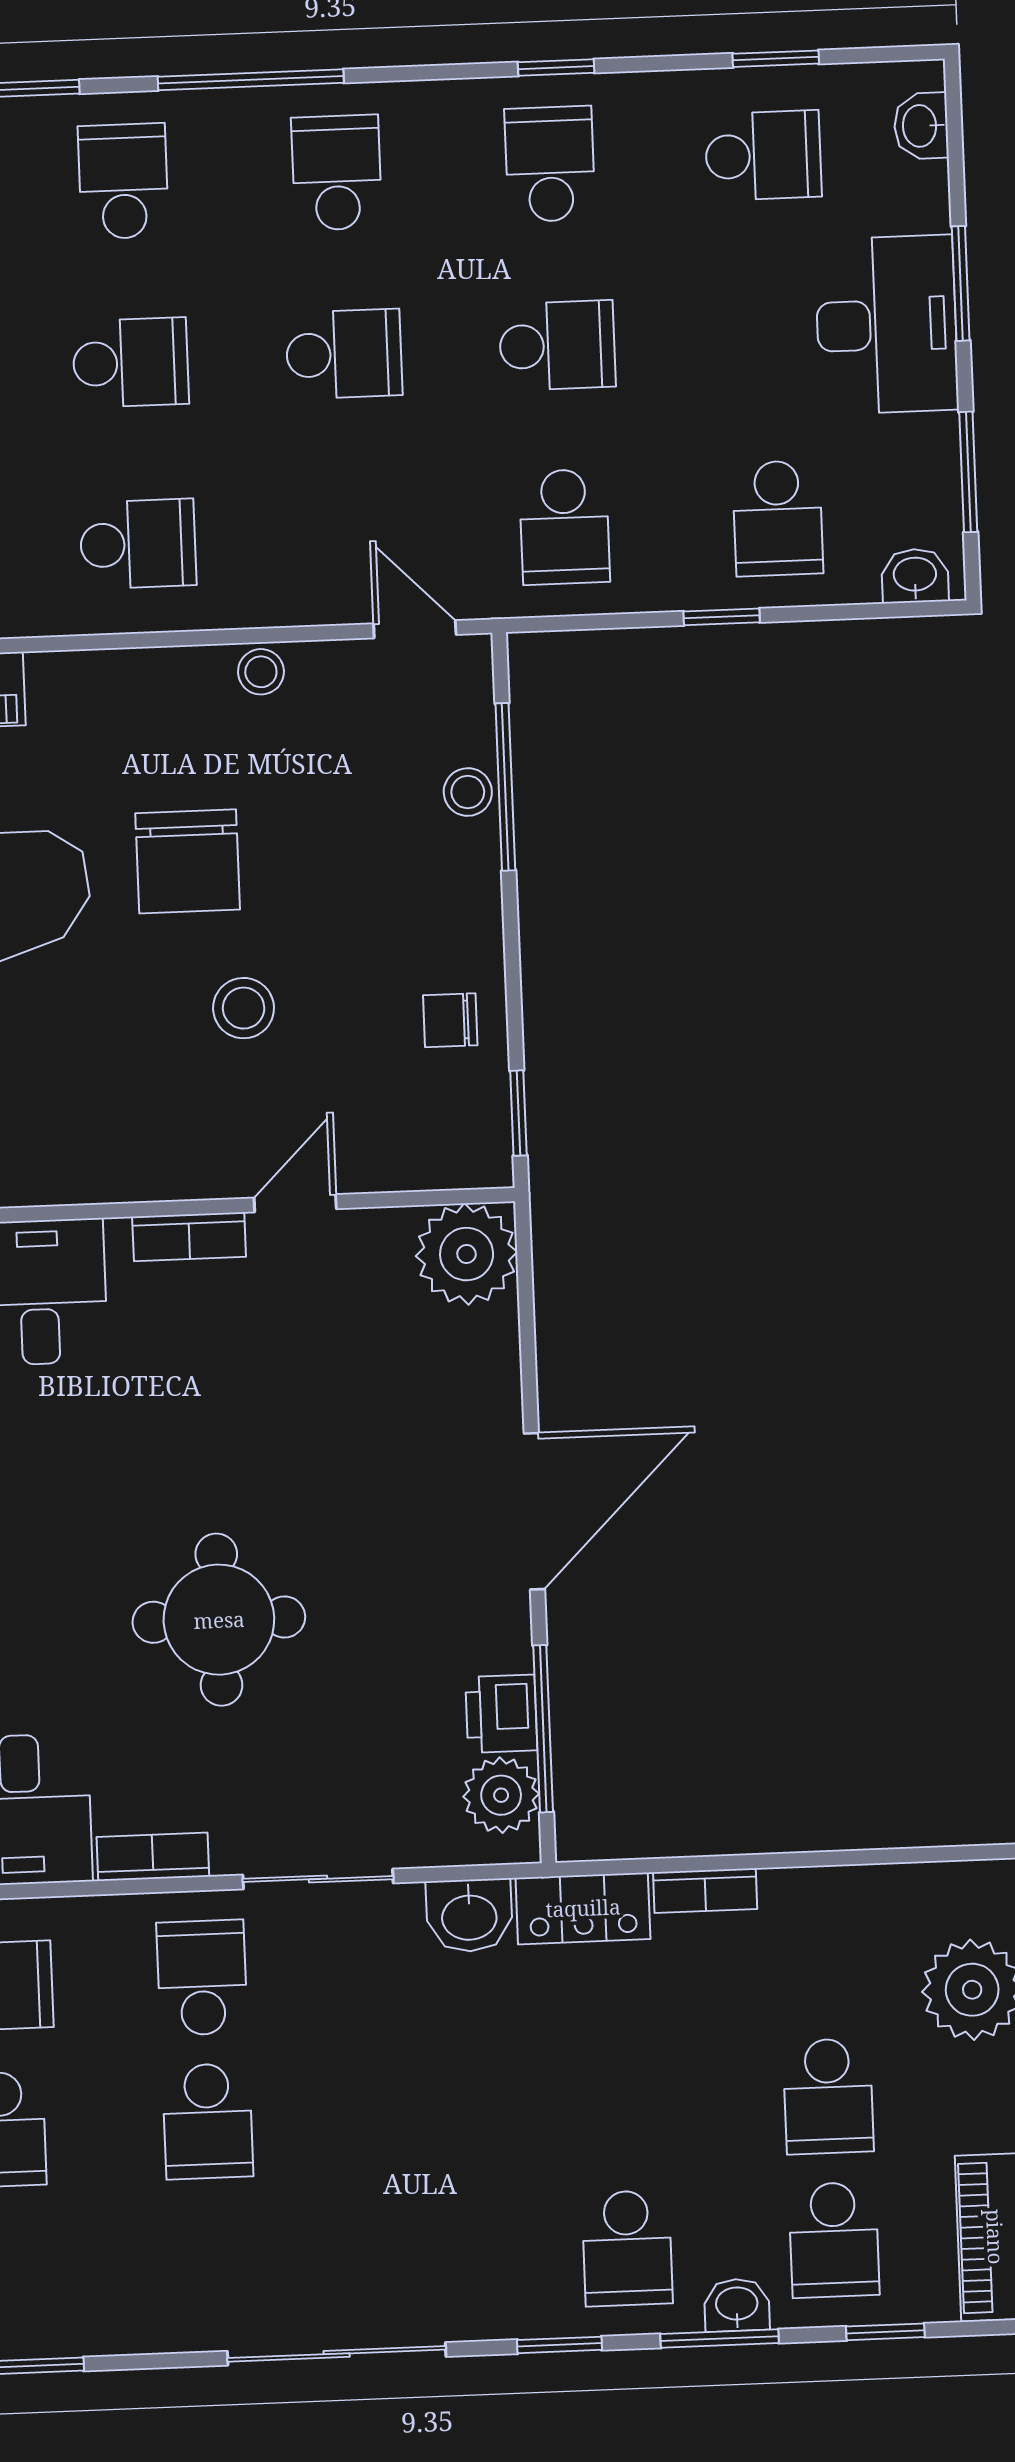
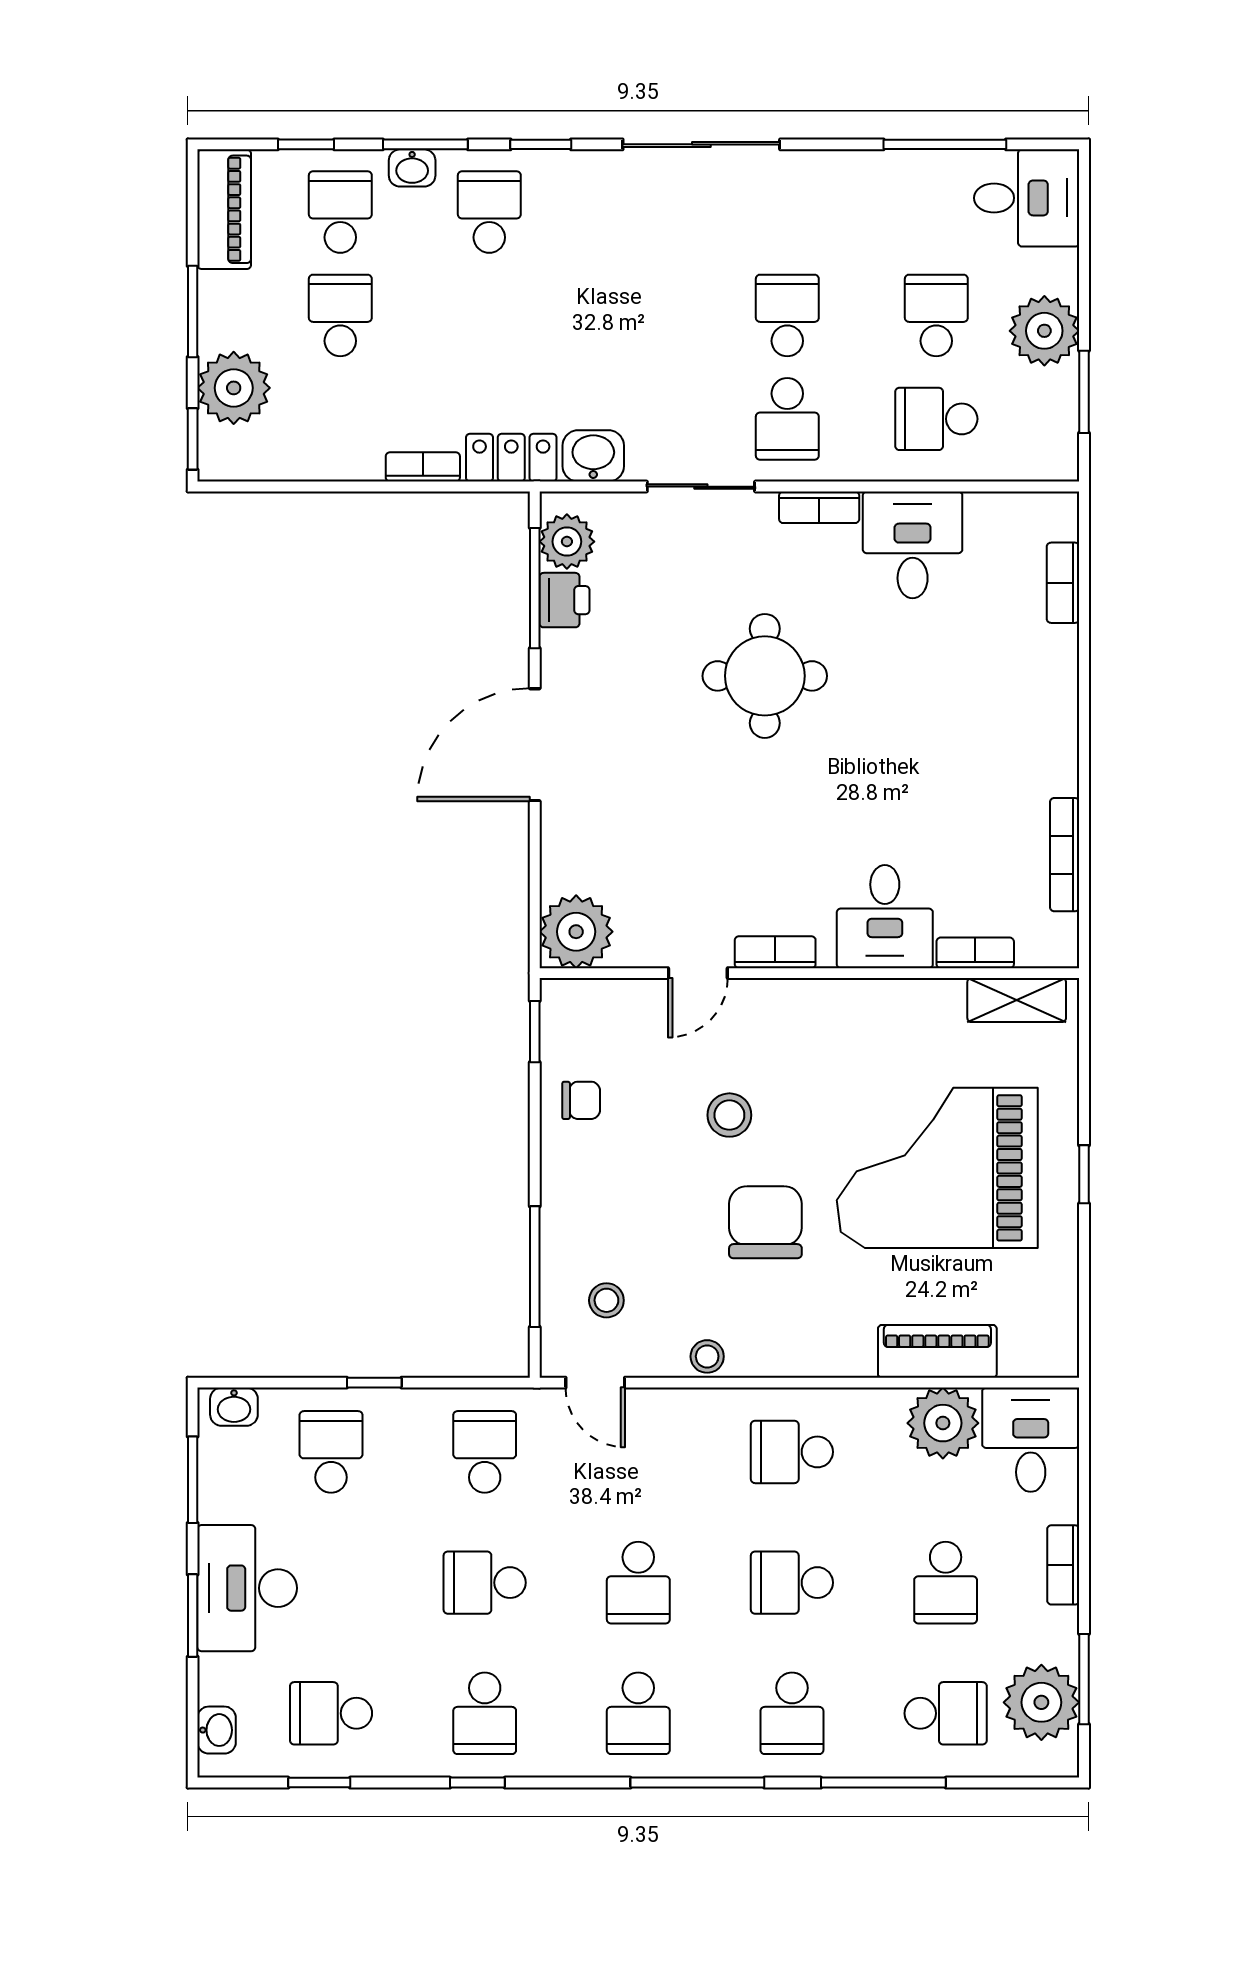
school desk: (344, 354) -> (638, 1583), turned -90
stool: (468, 792) -> (606, 1300), moved

